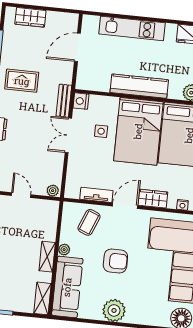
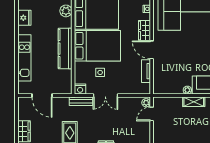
door: (21, 195) -> (152, 114), moved
coffee table: (89, 222) -> (166, 74), removed
armchair: (115, 261) -> (192, 53), removed

